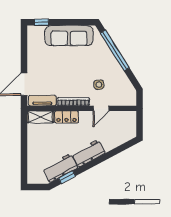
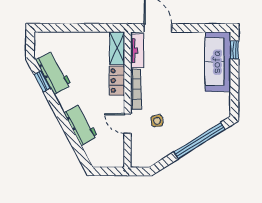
sofa: (69, 36) -> (218, 62), moved
workbench: (89, 153) -> (81, 125), moved

